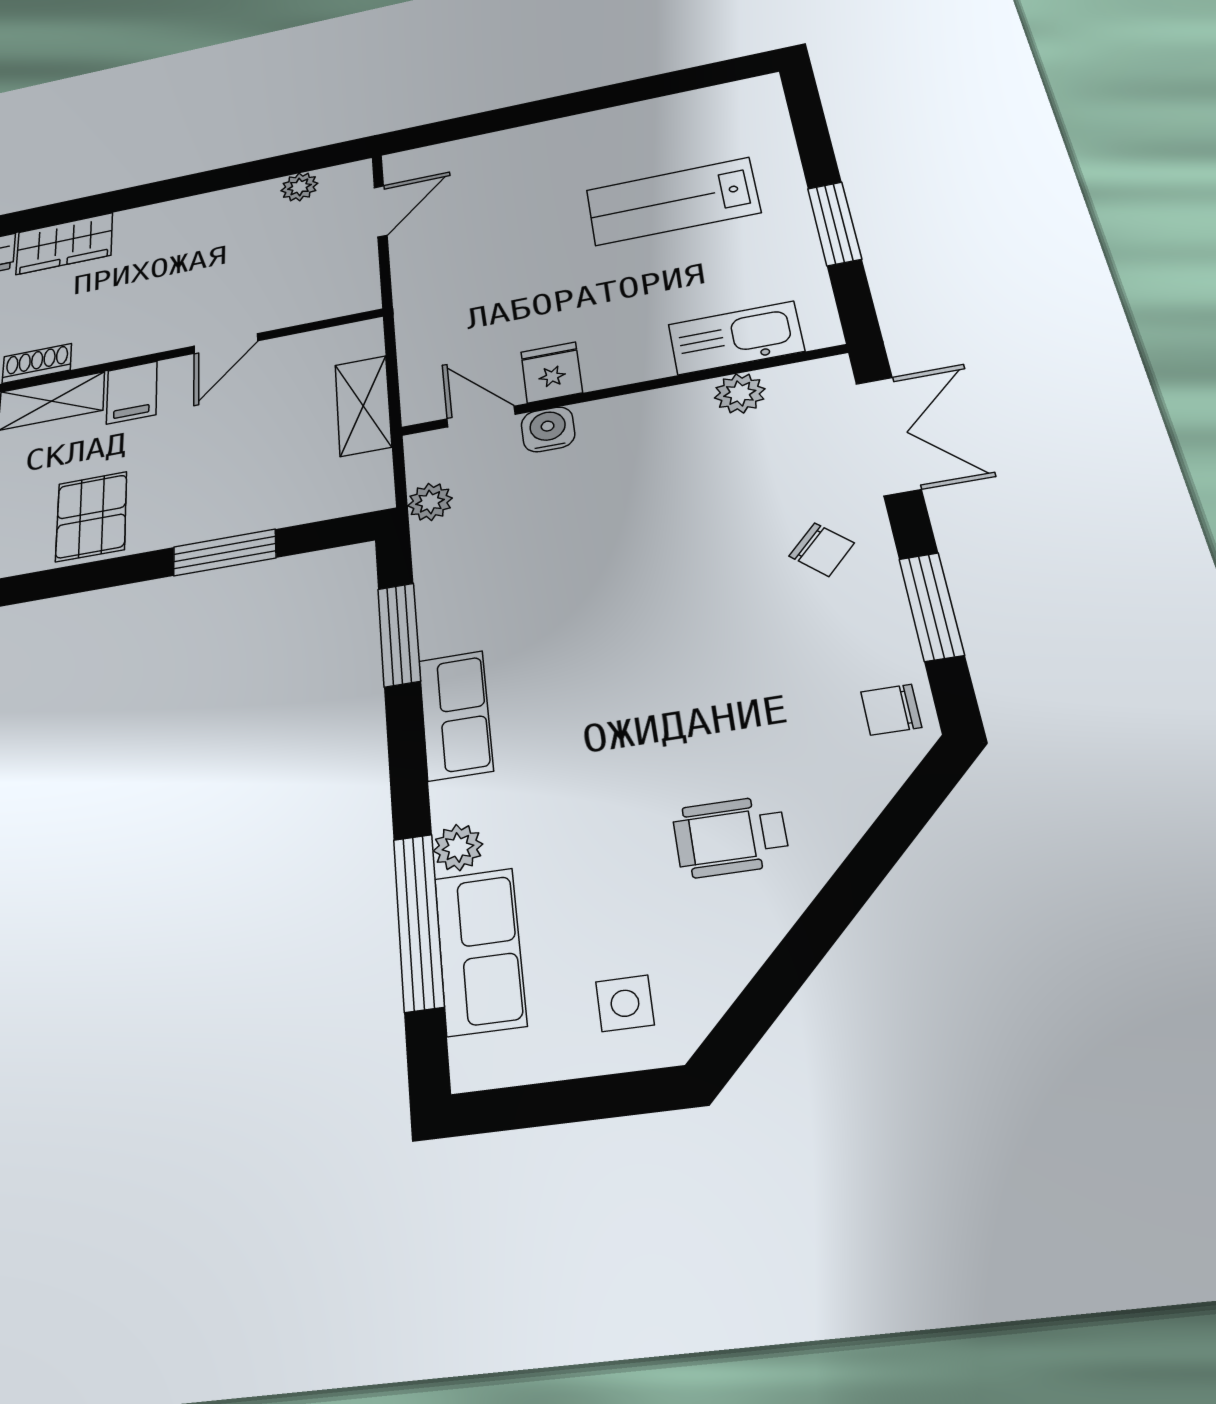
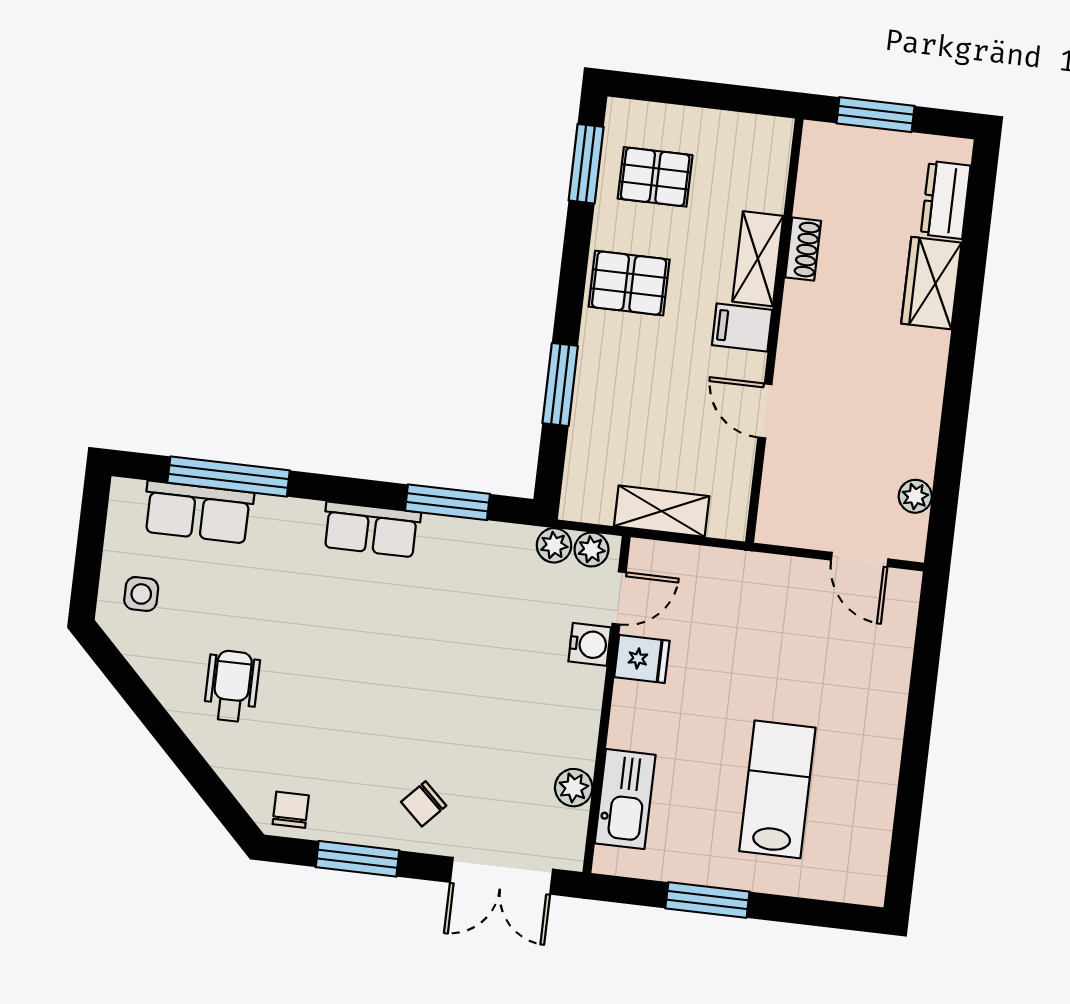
plant: (458, 847) -> (591, 549), moved

